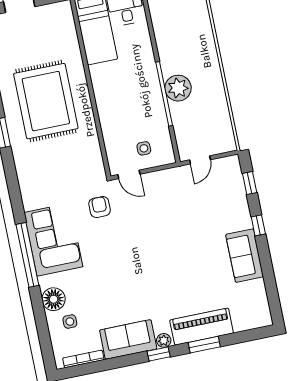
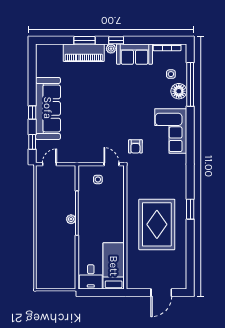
plant: (178, 88) -> (71, 219), width x0.53, depth x0.53
door: (200, 160) -> (50, 164), moved
window: (27, 255) -> (190, 84), moved
sofa: (245, 256) -> (48, 108), width x1.85, depth x1.27

